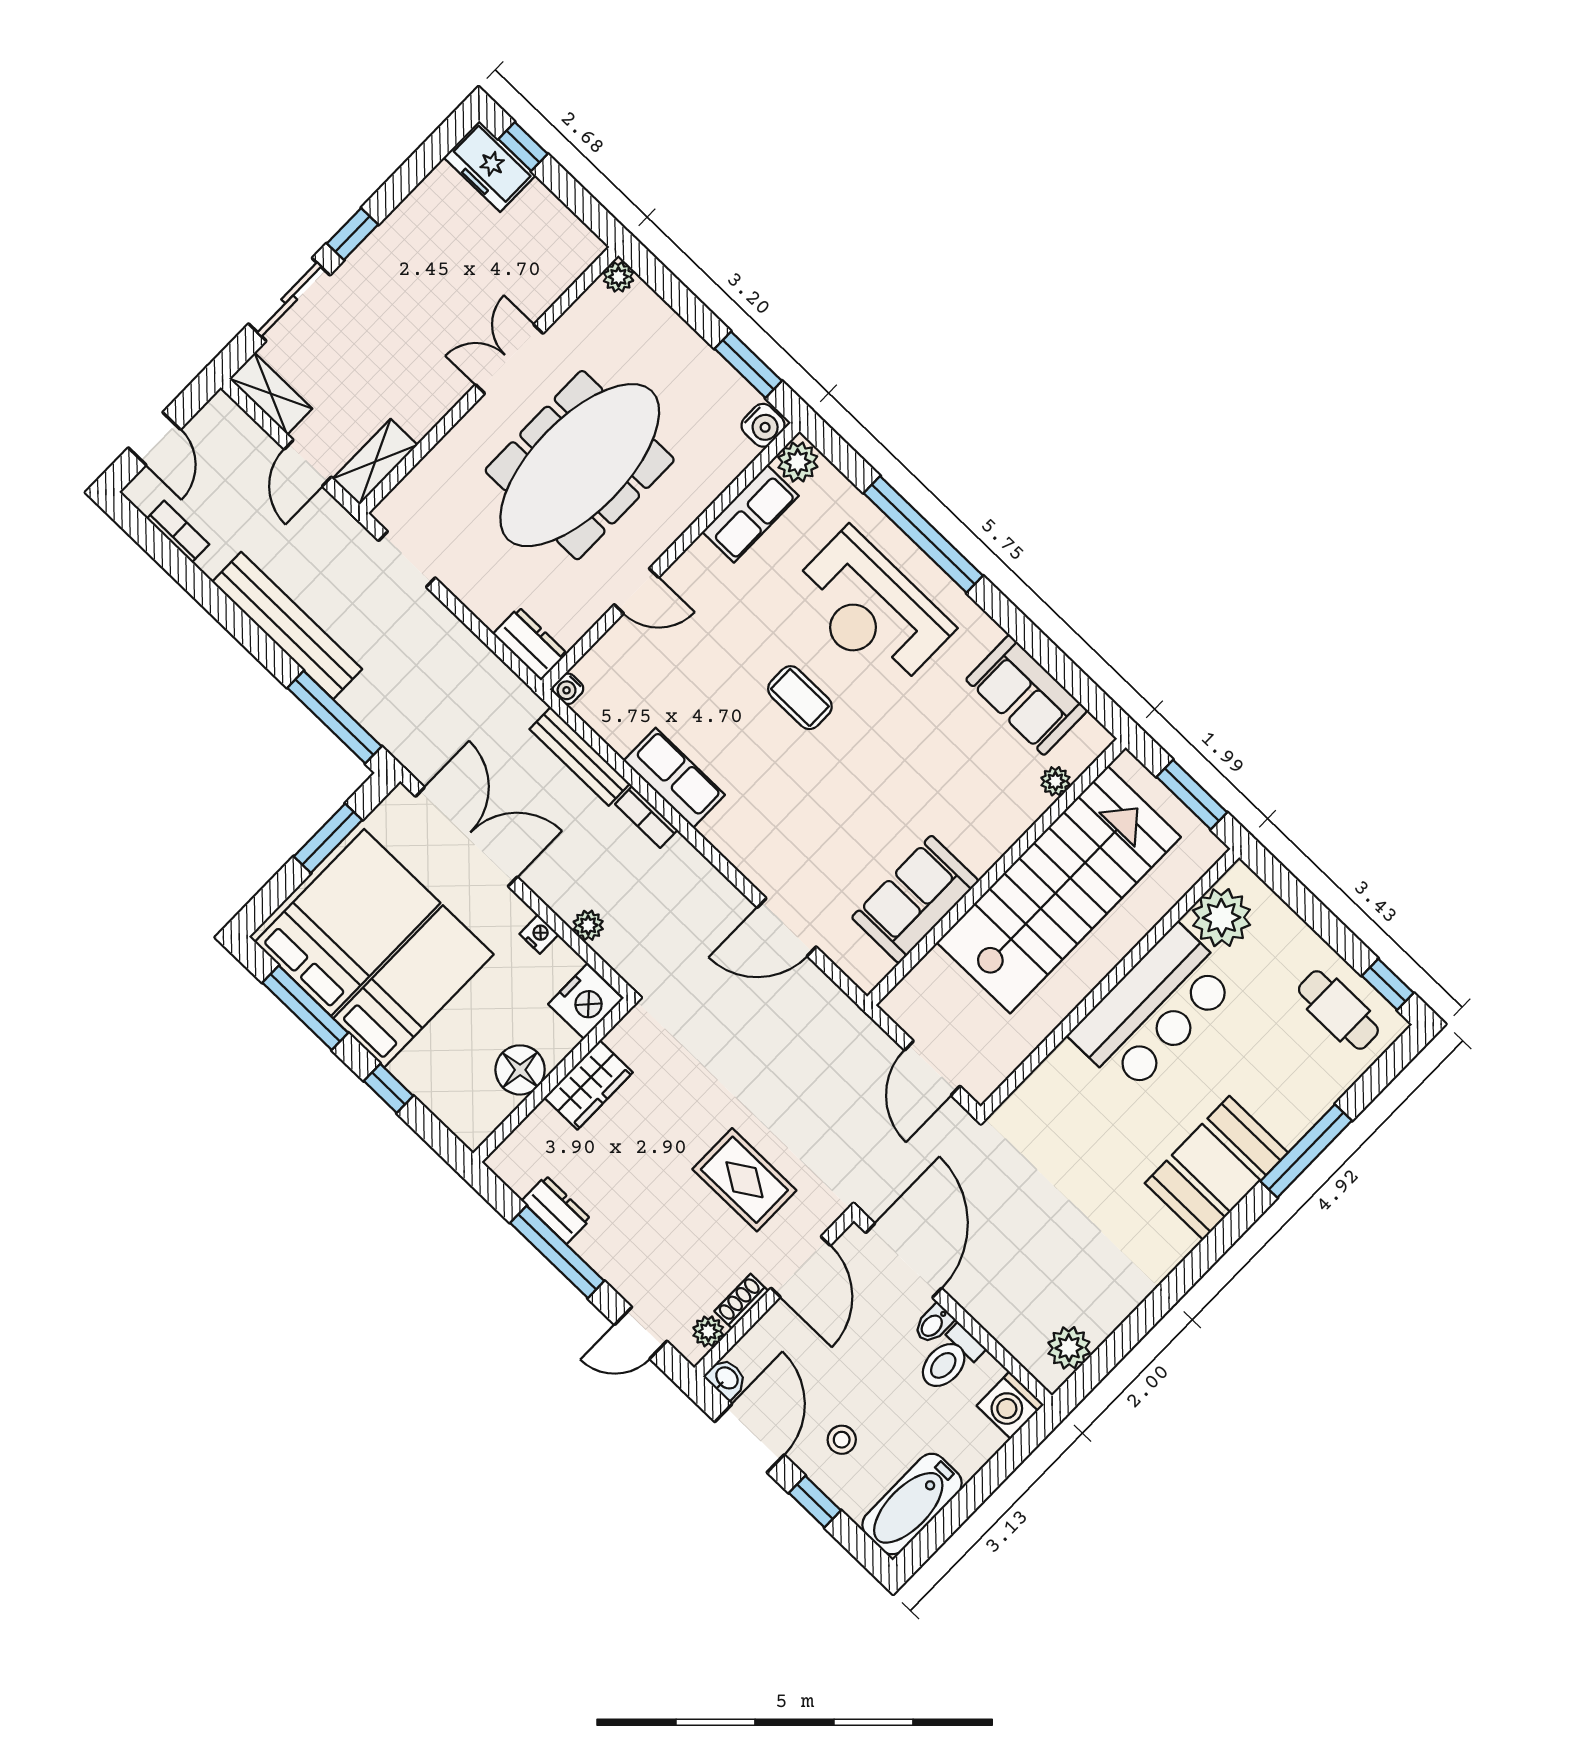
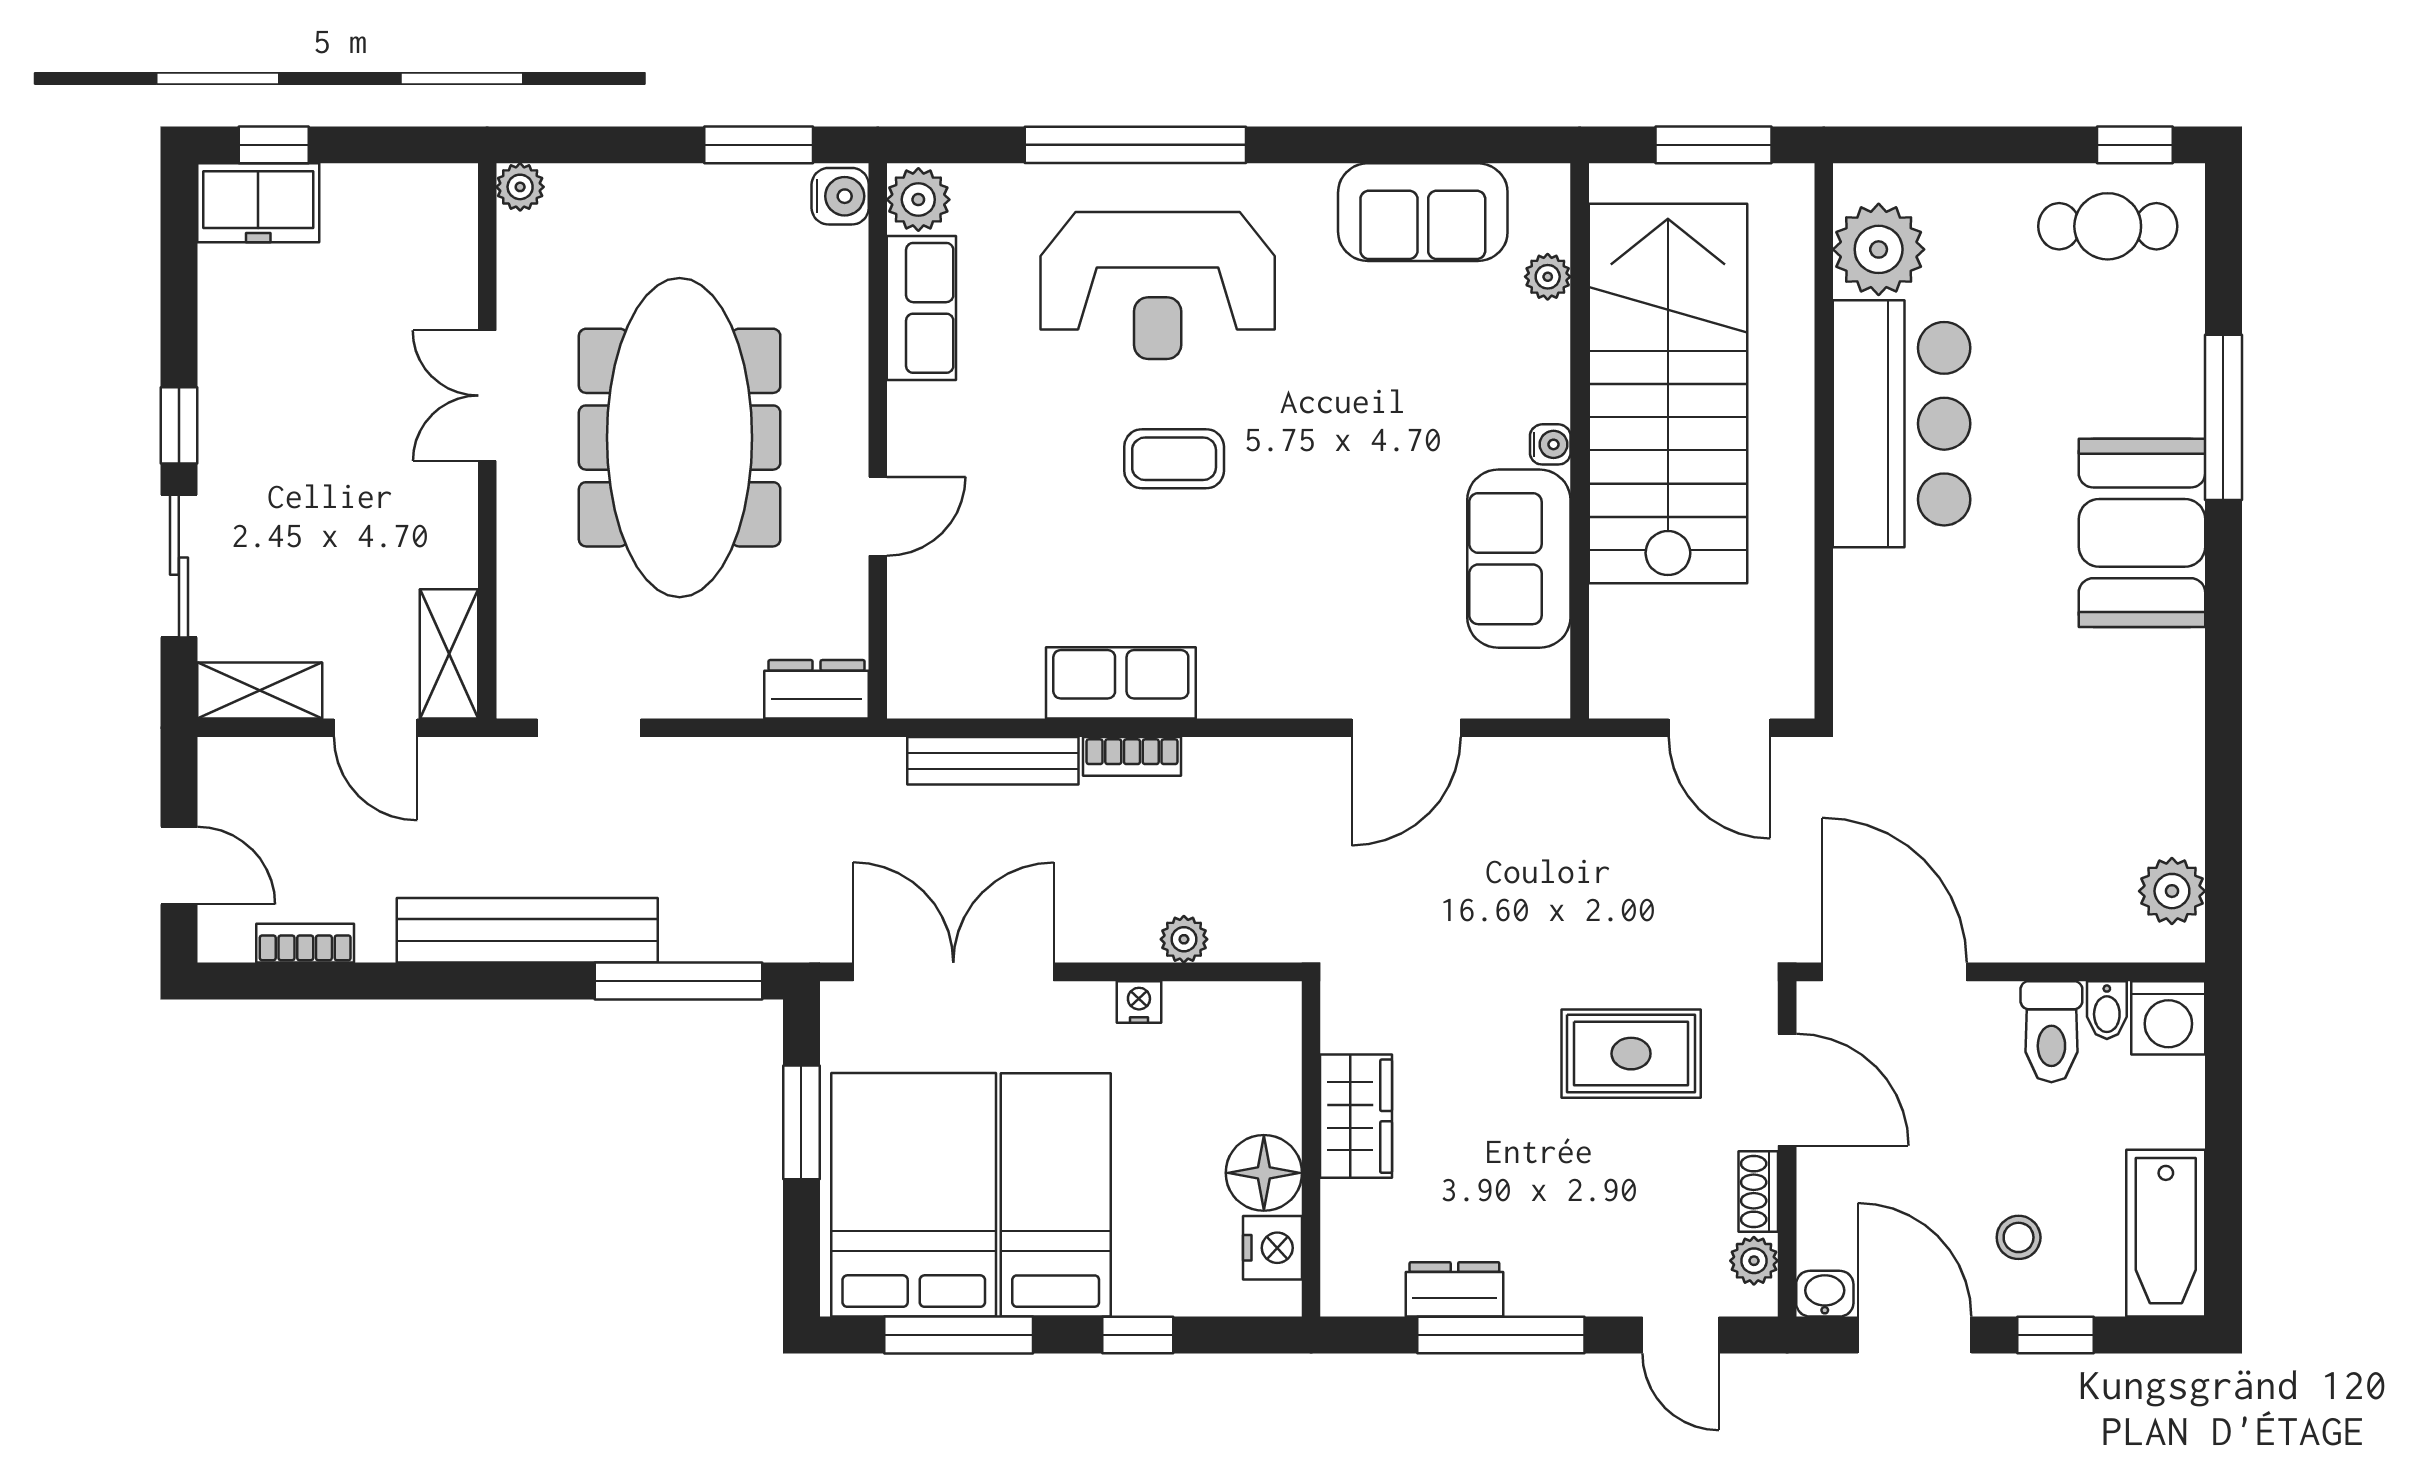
water cooler: (568, 689) -> (1550, 444), moved, turned -90
nightstand: (586, 1001) -> (1273, 1248), moved, width x0.74, depth x0.75
bidet: (934, 1324) -> (2107, 1010), moved
door: (641, 1333) -> (1681, 1335), hinge flipped

